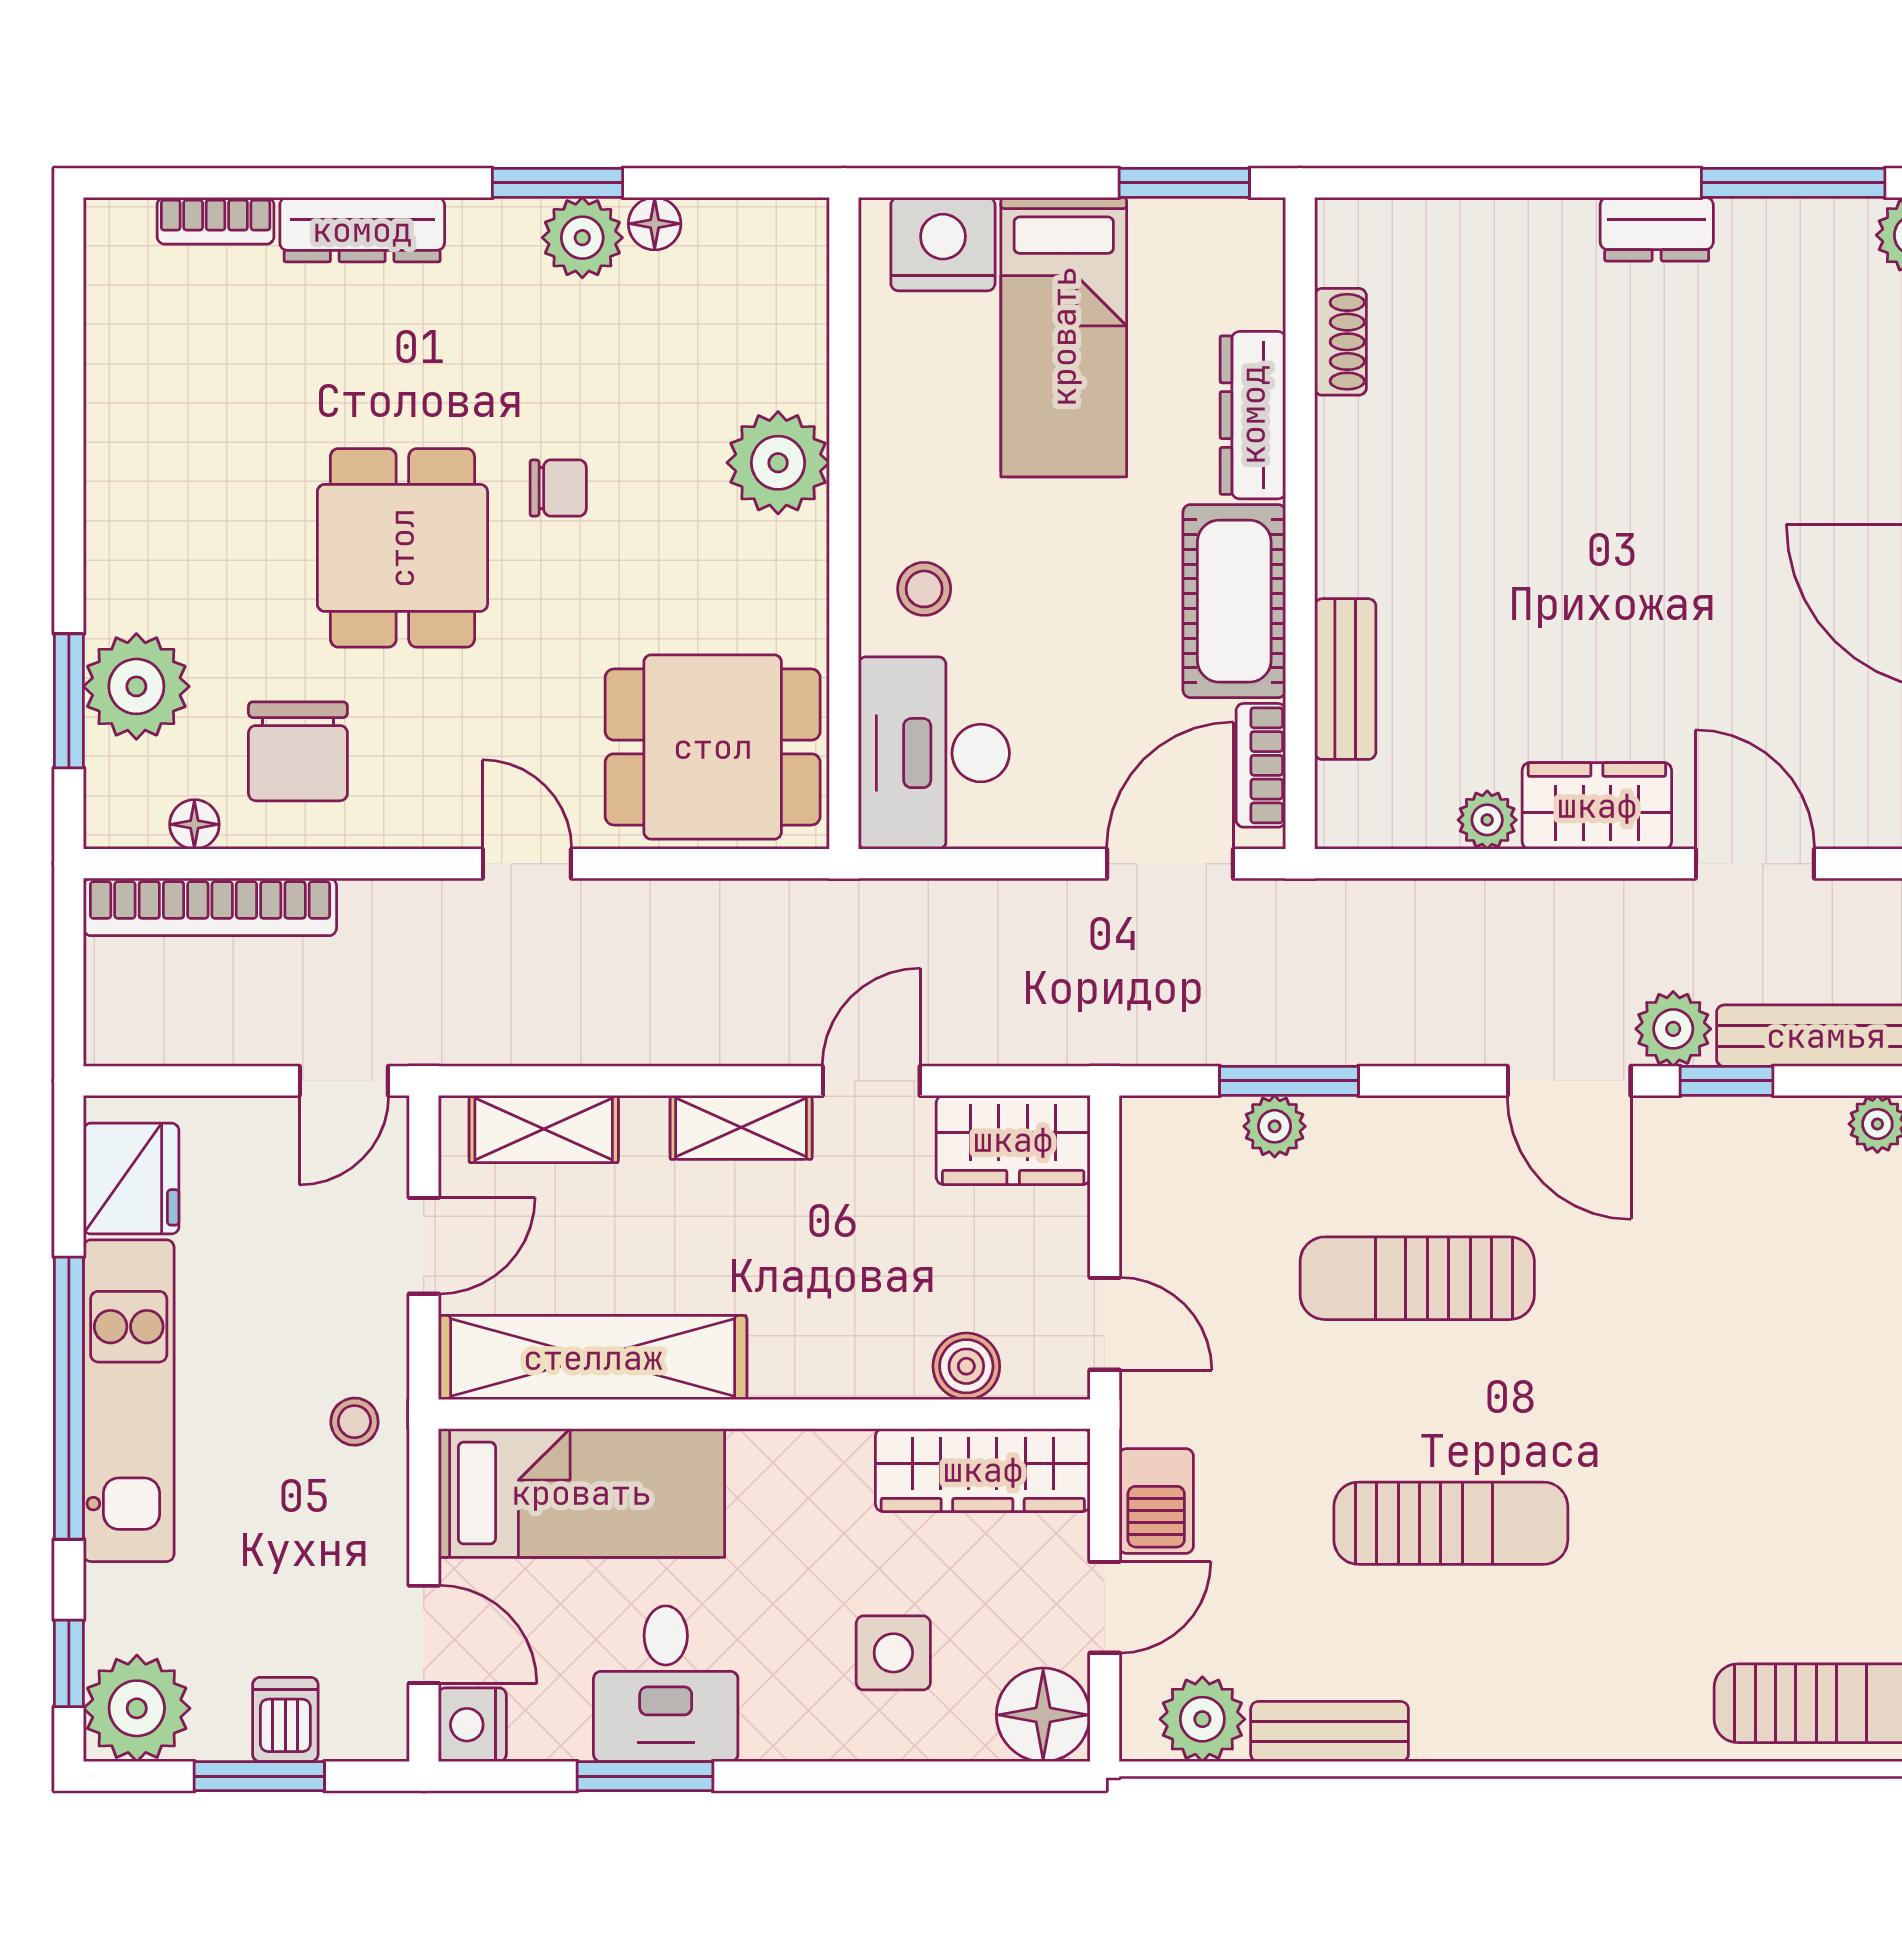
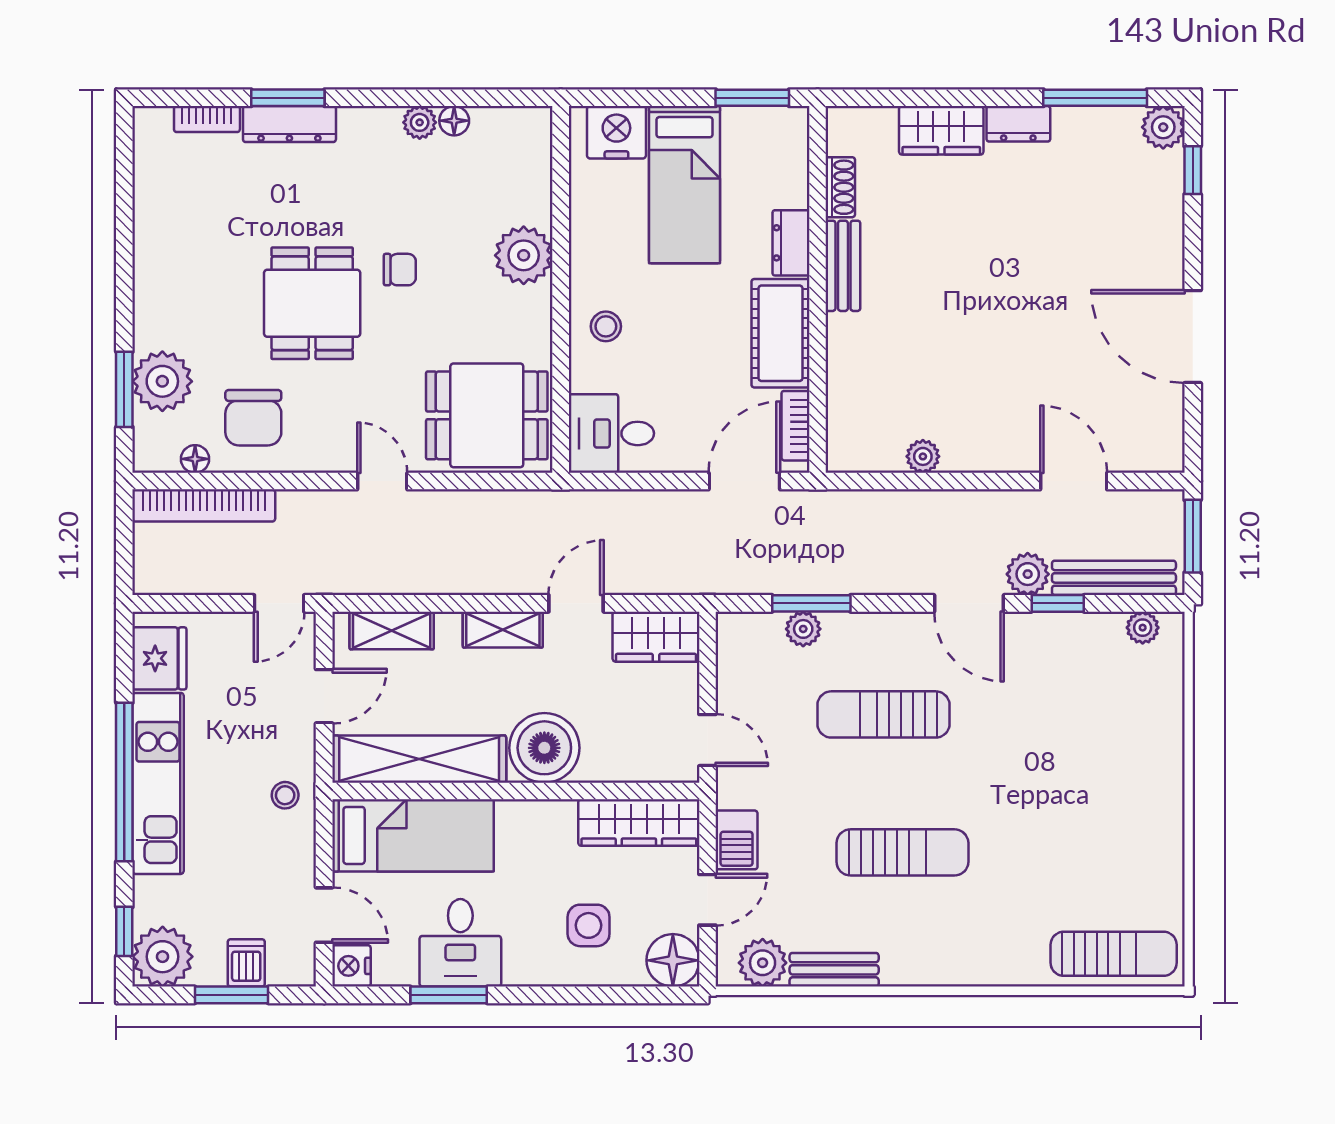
window: (557, 183) -> (288, 98), moved
plant: (582, 238) -> (420, 122), width x0.73, depth x0.73
dresser: (1253, 415) -> (791, 243), width x0.70
bench: (1345, 679) -> (843, 266), moved
desk: (934, 753) -> (611, 433), width x0.73
wardrobe: (1597, 806) -> (941, 130), moved, turned 180
boiler: (966, 1366) -> (544, 748), moved, width x1.86, depth x1.86

